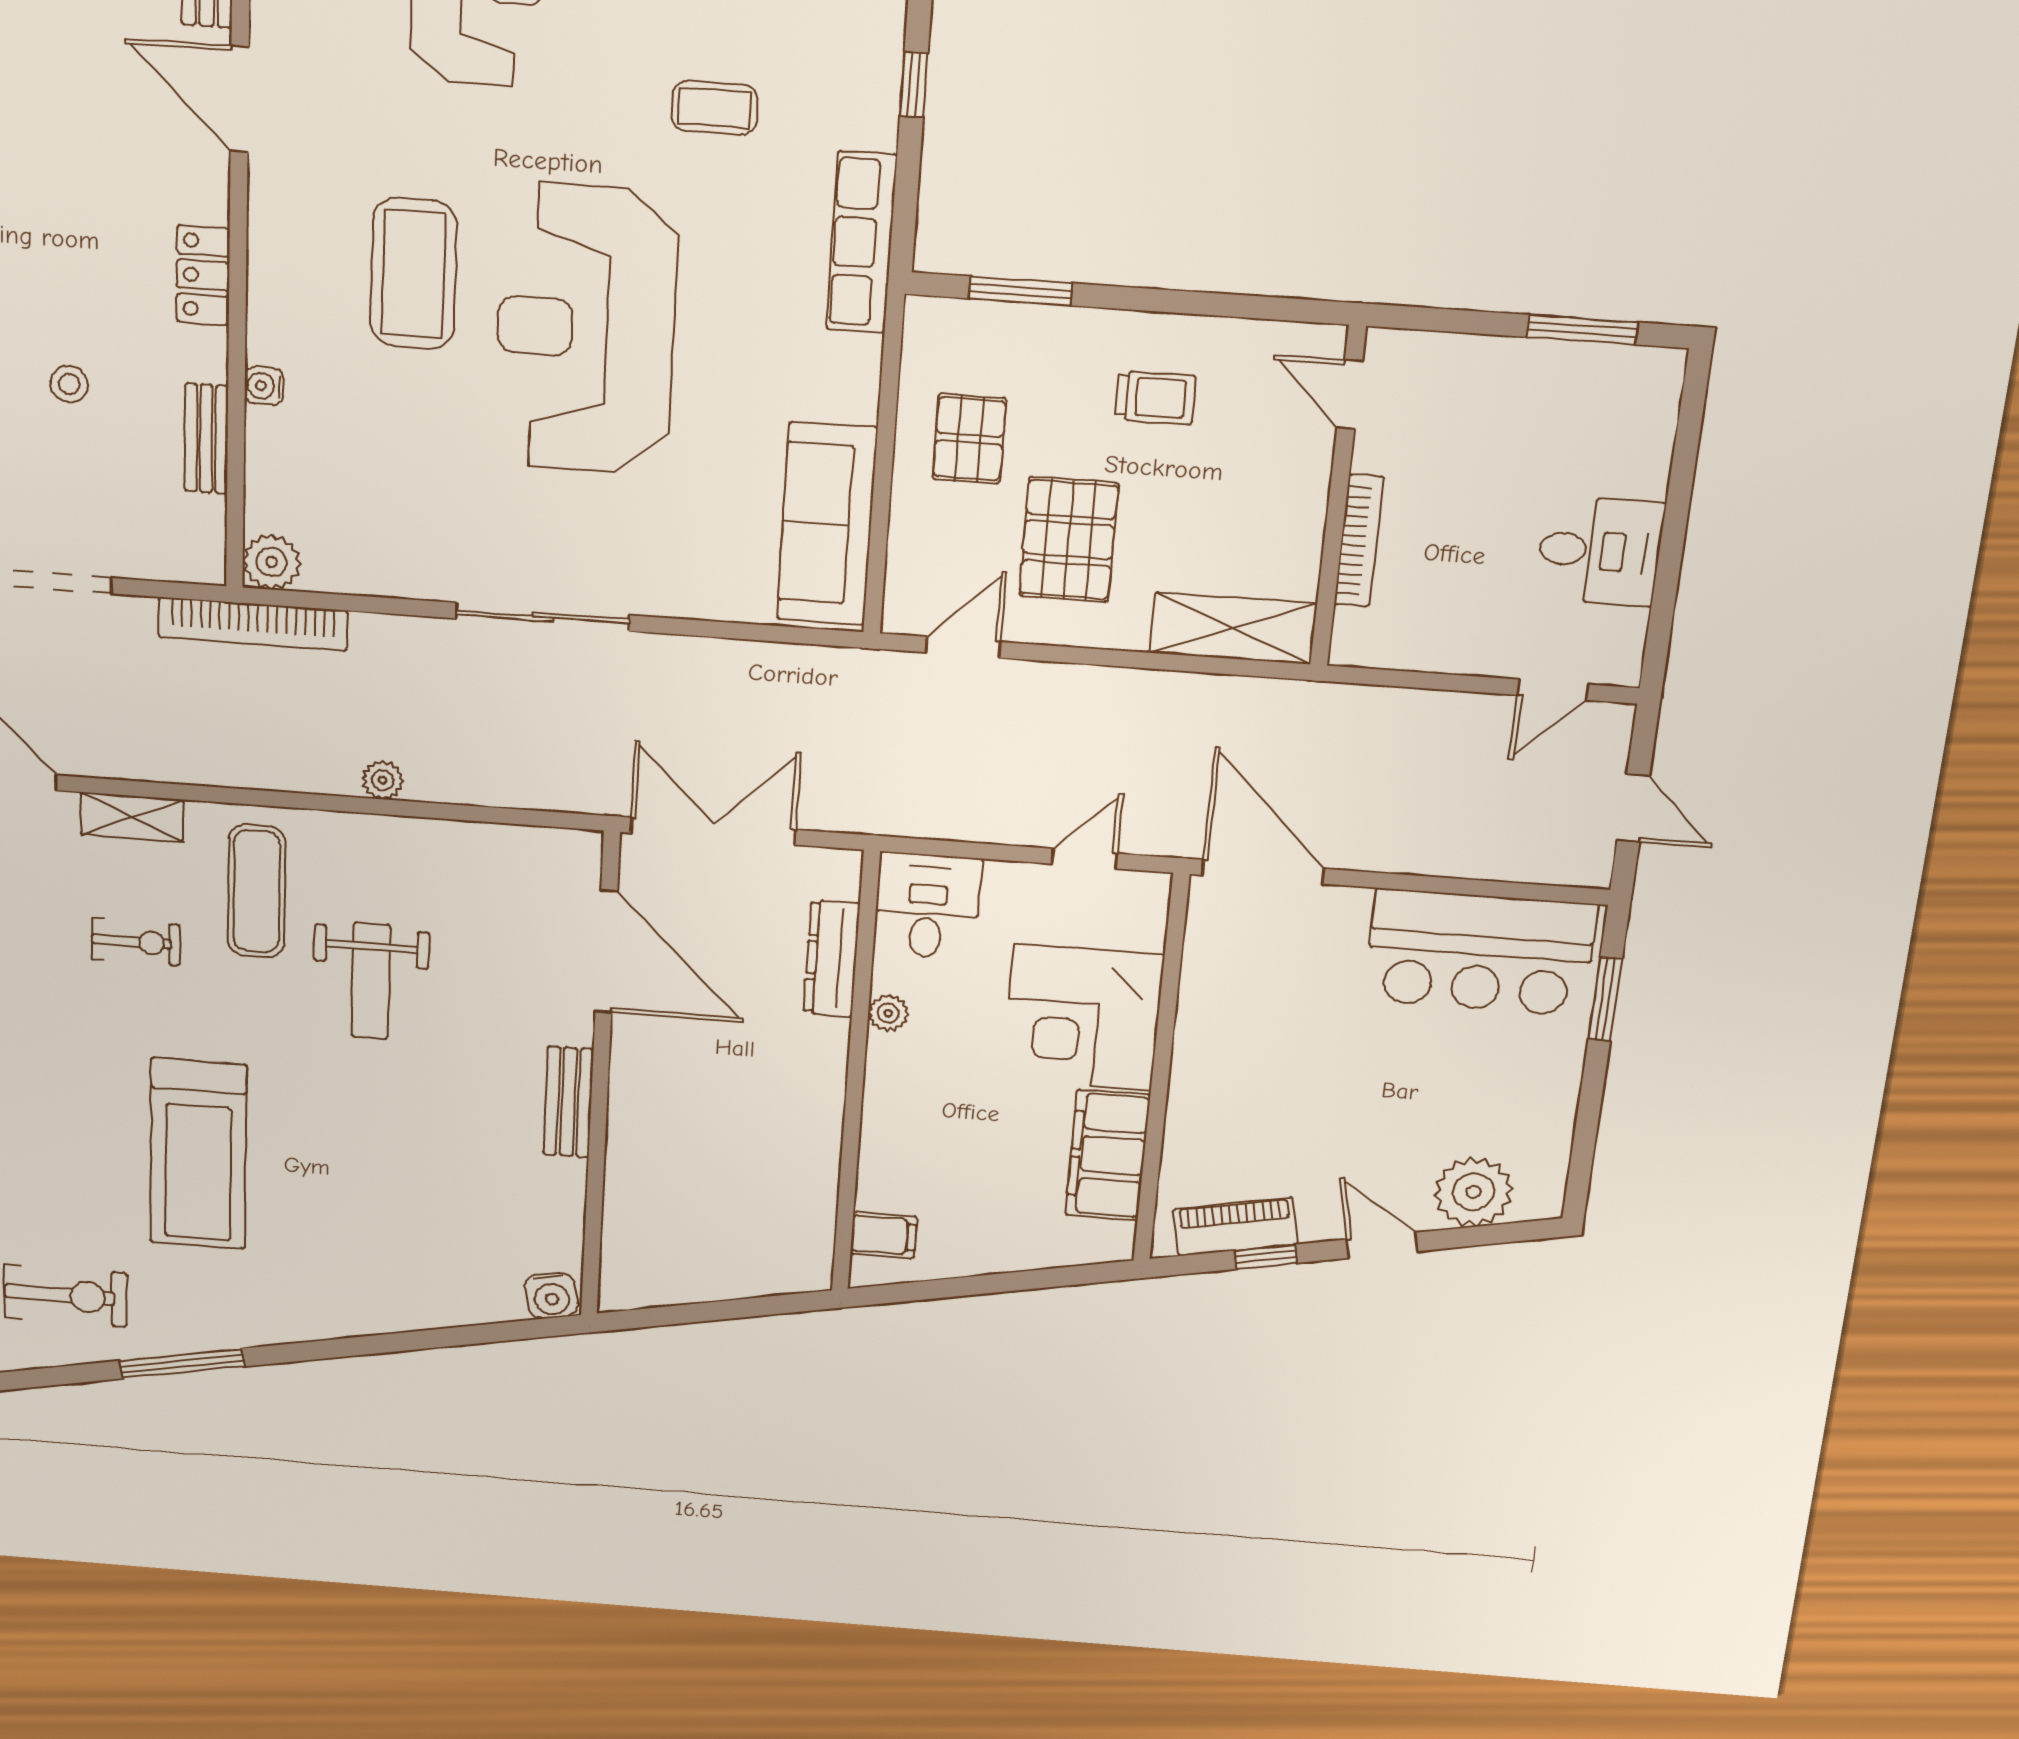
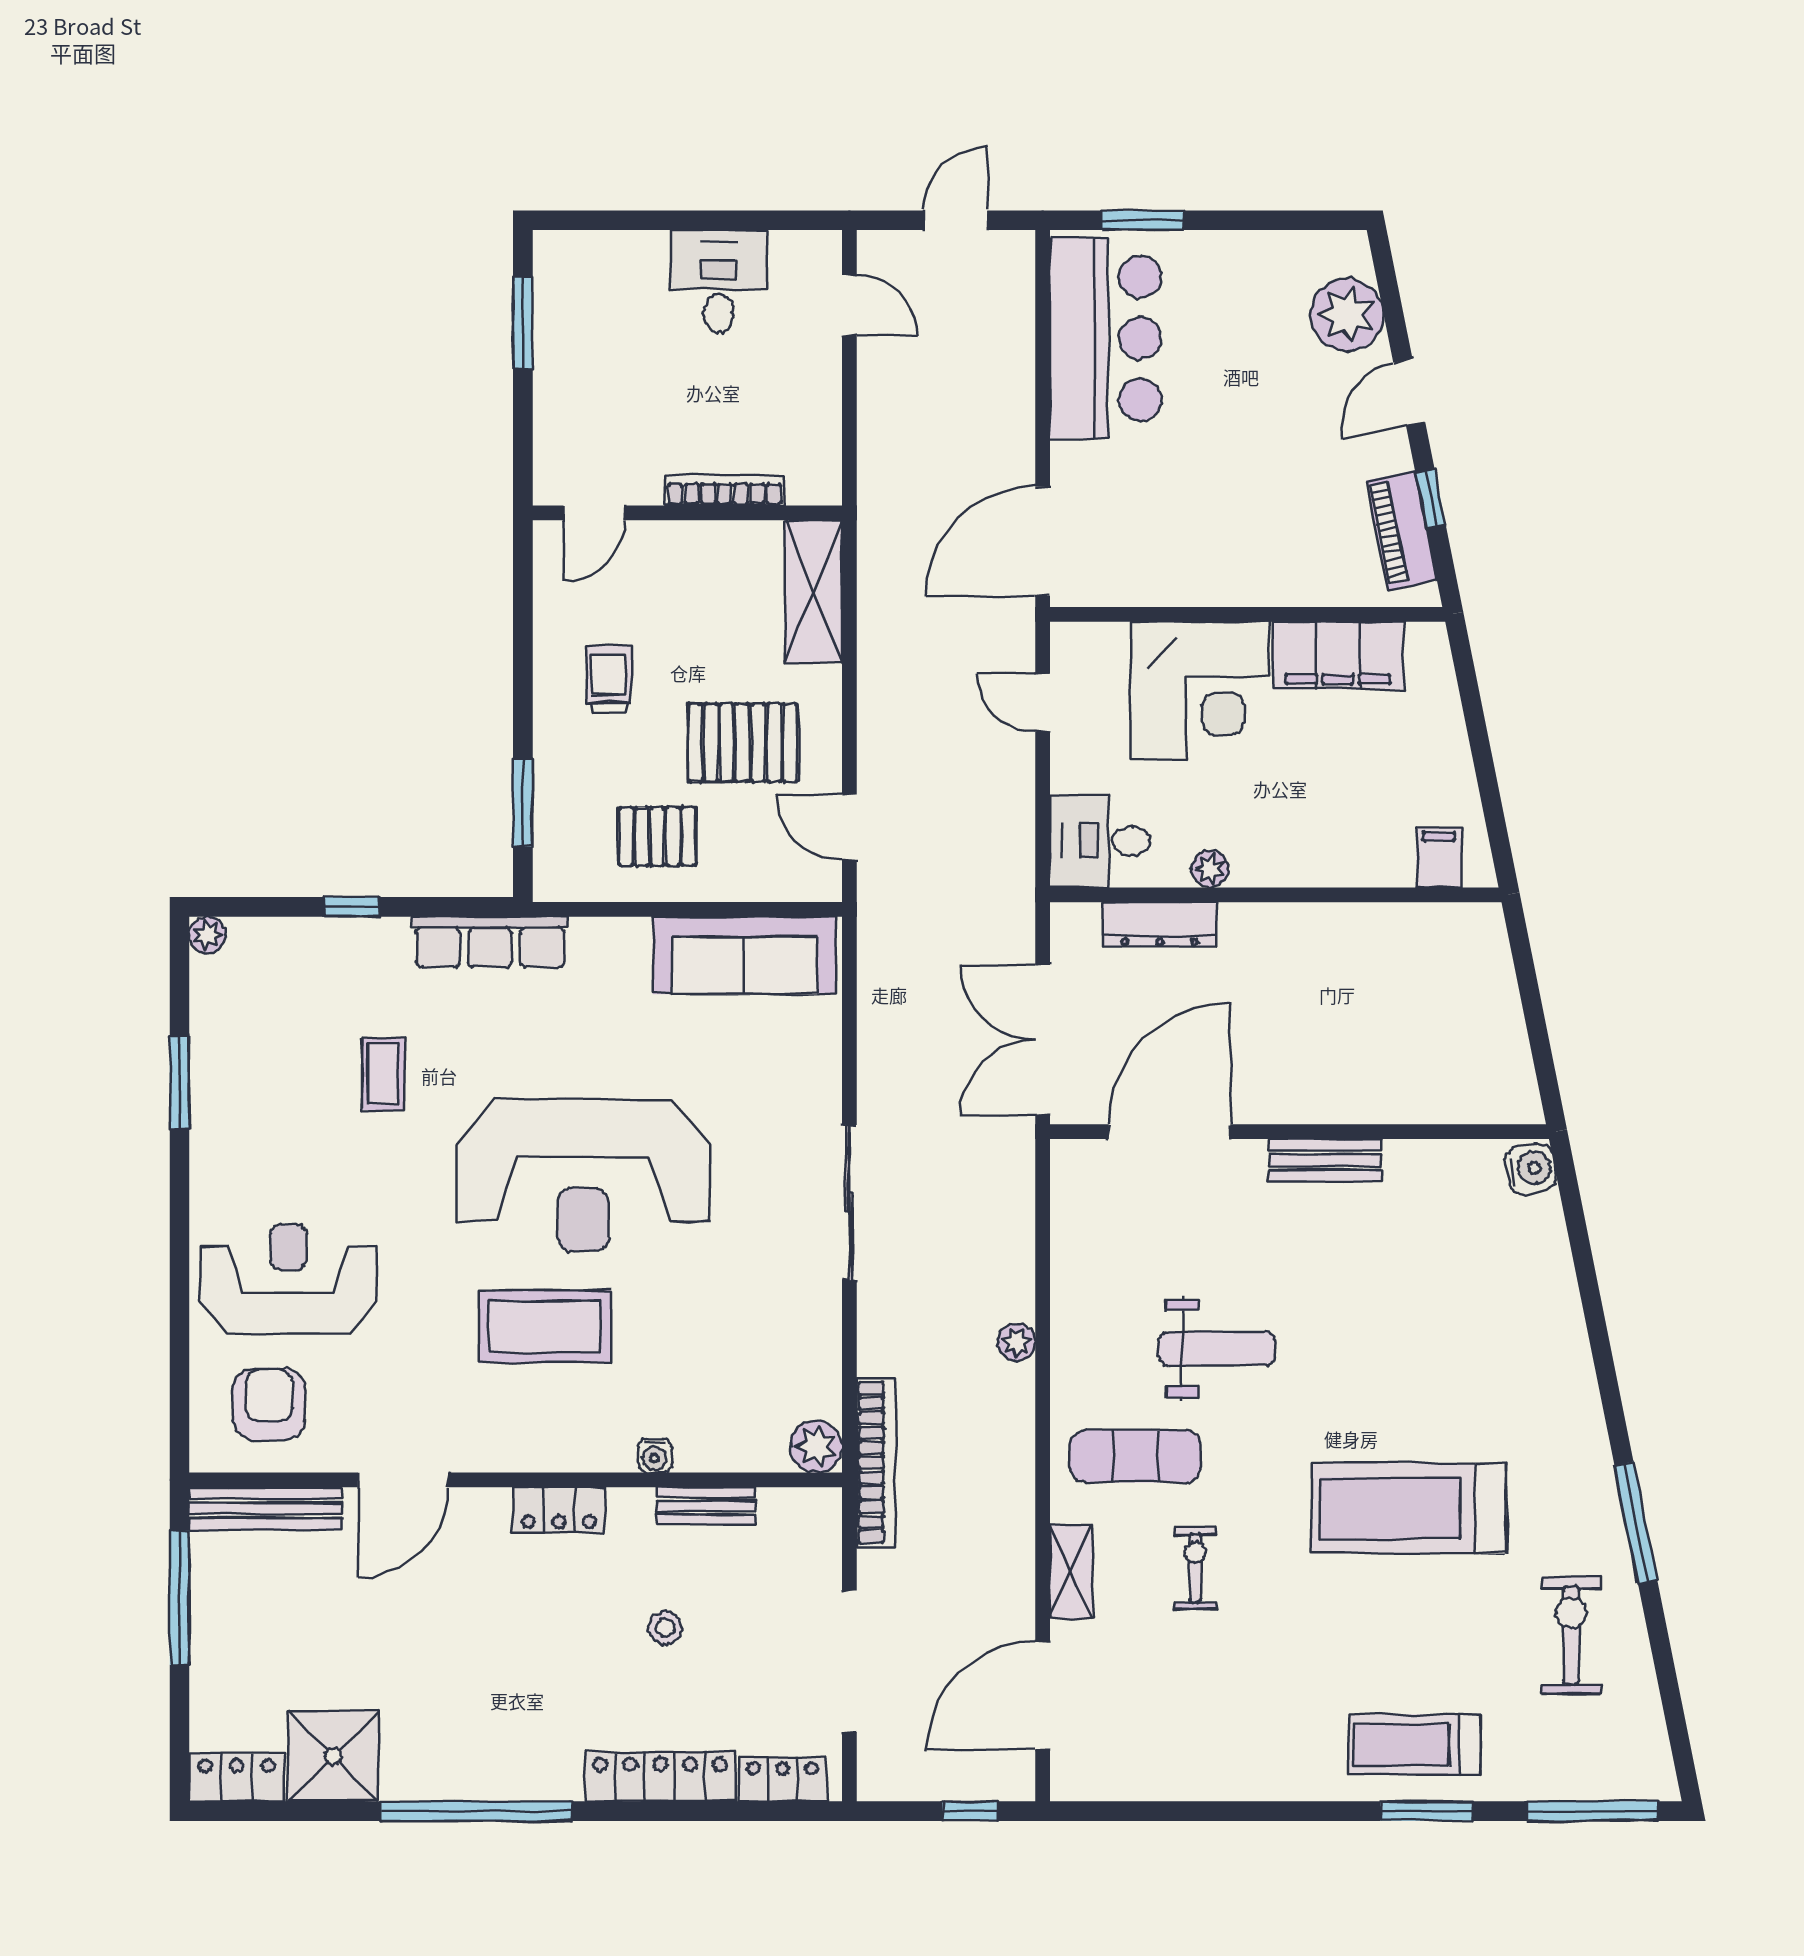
treadmill: (198, 1154) -> (1409, 1508), turned 180

